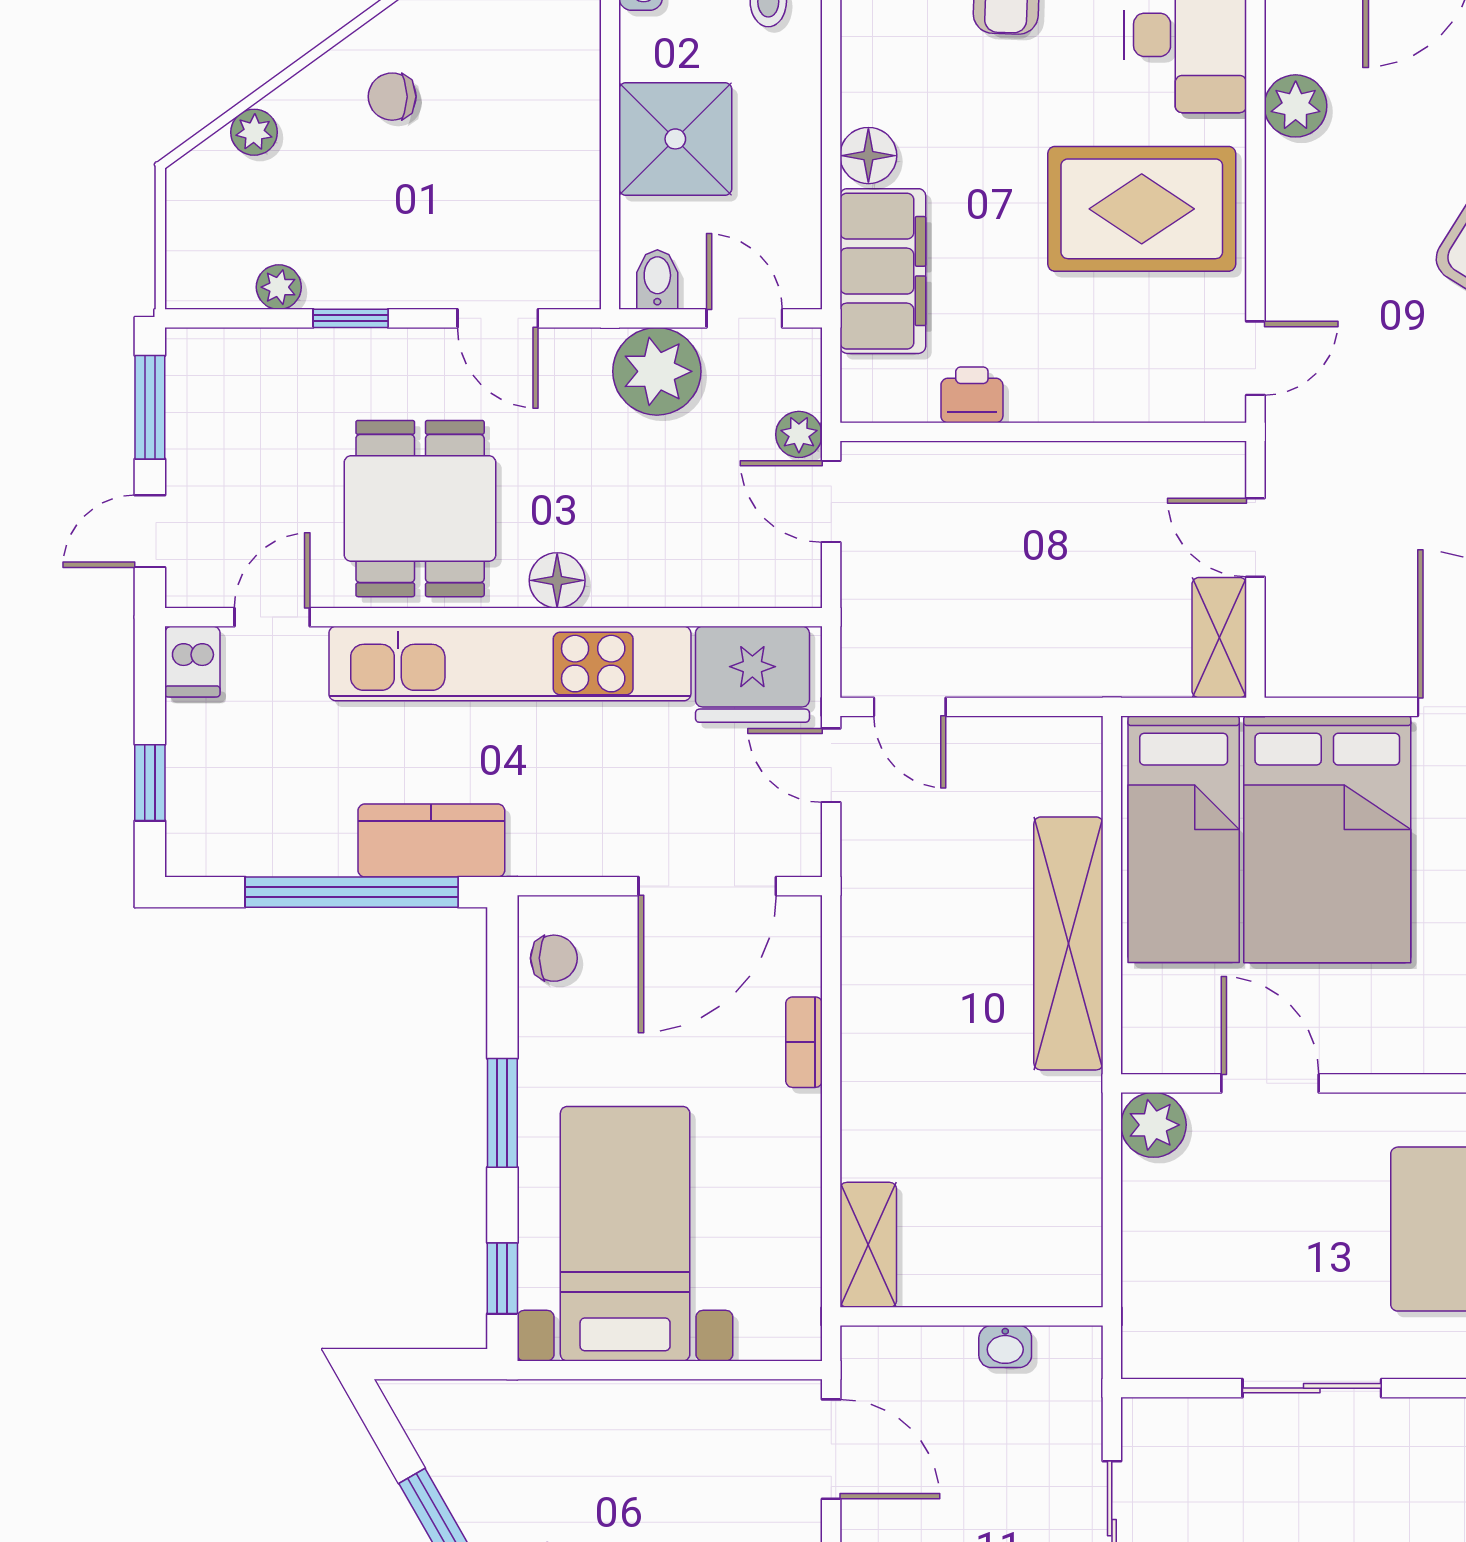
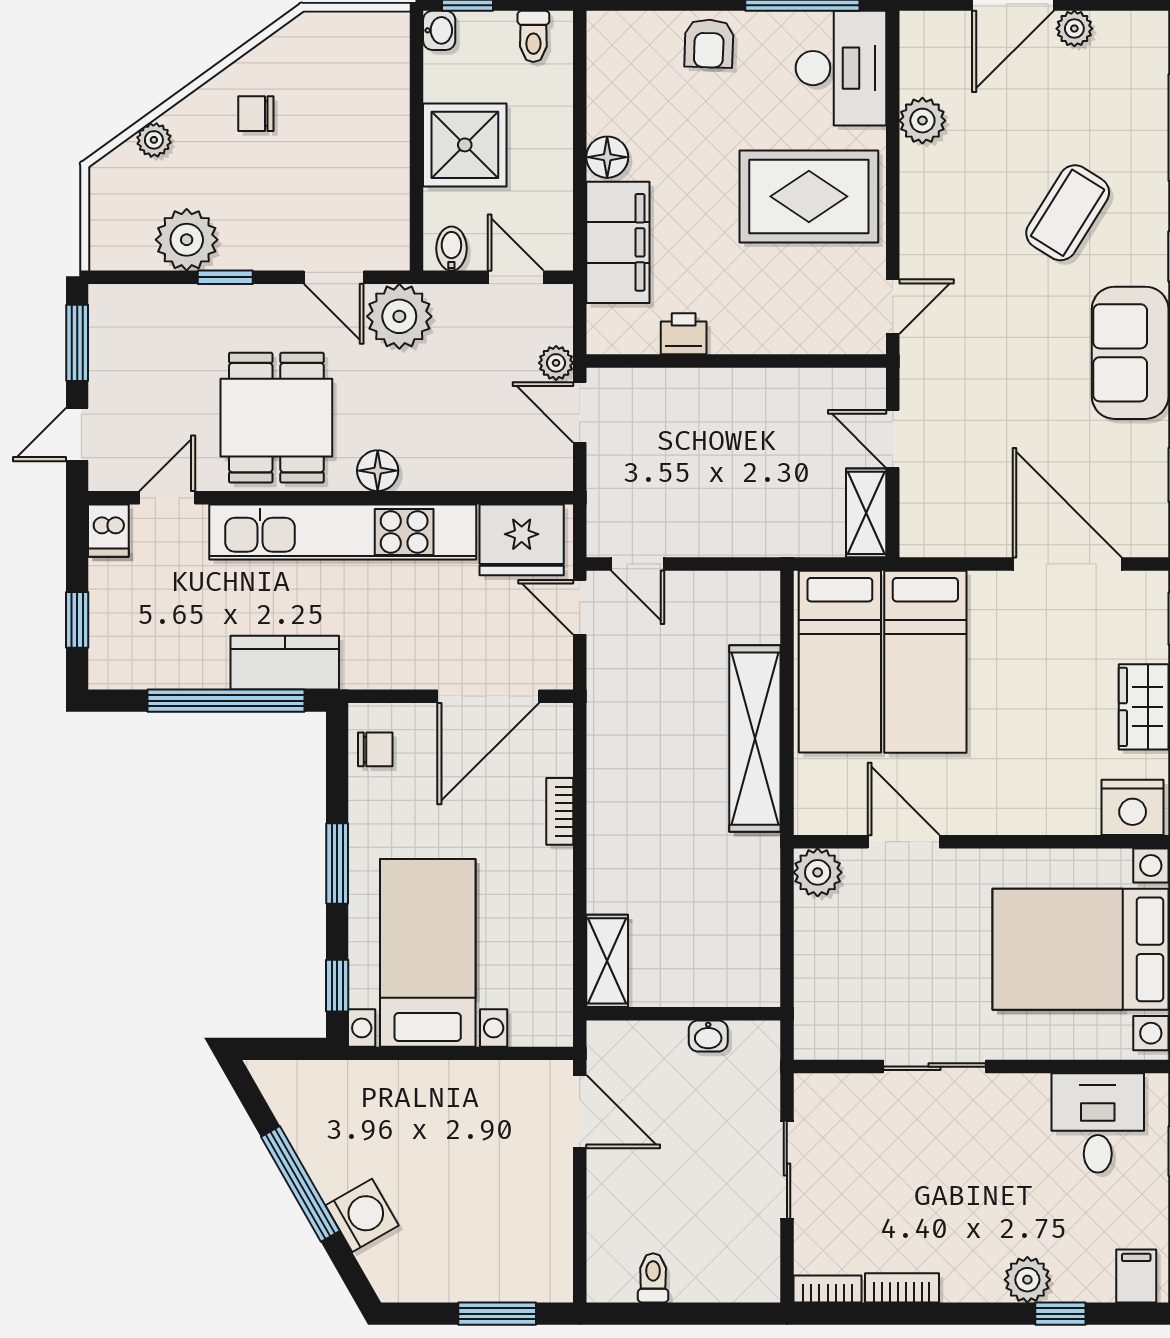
plant: (279, 287) -> (187, 240), width x1.87, depth x1.87
plant: (657, 371) -> (399, 316), moved
bed: (1327, 839) -> (925, 662), width x0.67

